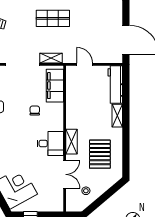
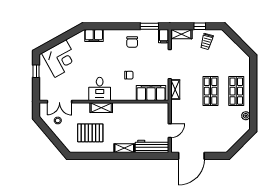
door: (85, 64) -> (170, 131), moved
double door: (65, 174) -> (59, 102), moved

